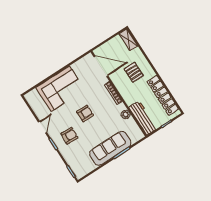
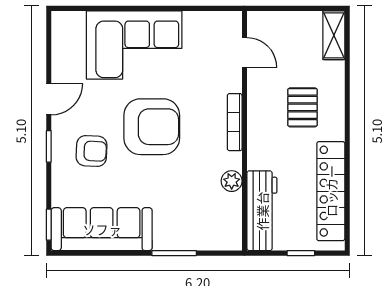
door: (101, 66) -> (244, 53), width x0.53
armchair: (85, 113) -> (152, 127), width x1.88, depth x1.88
sofa: (110, 148) -> (102, 229), moved

